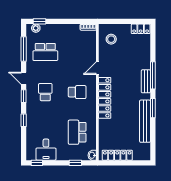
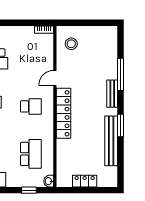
locker: (141, 29) -> (106, 32), removed
window: (153, 75) -> (120, 74), moved
school desk: (77, 132) -> (31, 154), turned 180
locker: (117, 155) -> (85, 181), width x0.66

